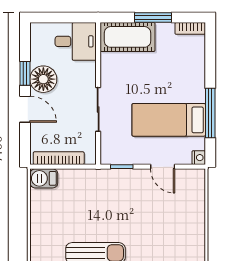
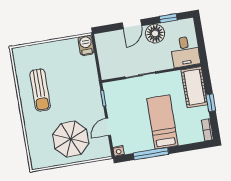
window: (153, 17) -> (211, 103), width x0.67
window: (25, 73) -> (168, 18), moved
bed: (169, 120) -> (162, 122), moved
bookcase: (59, 158) -> (102, 53), removed
parasol: (171, 222) -> (71, 139), added

